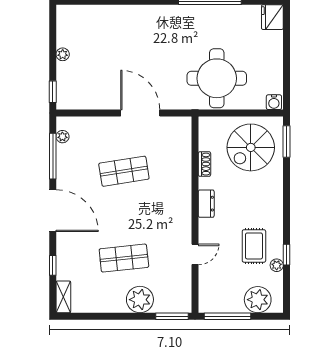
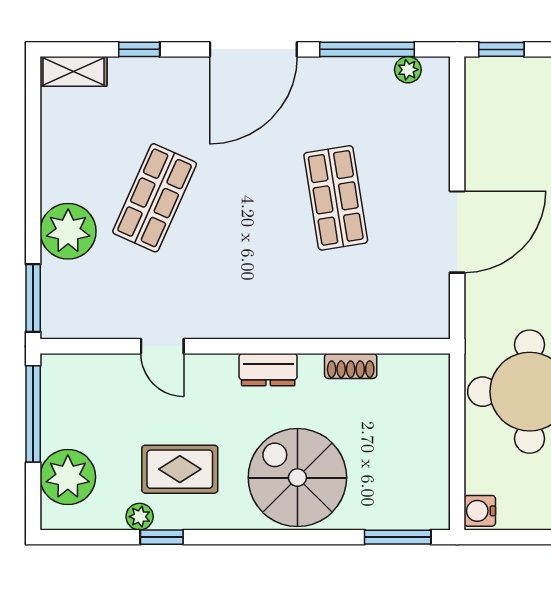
spiral stairs: (251, 147) -> (297, 478), moved
shop shelf: (124, 258) -> (155, 198), turned 30

